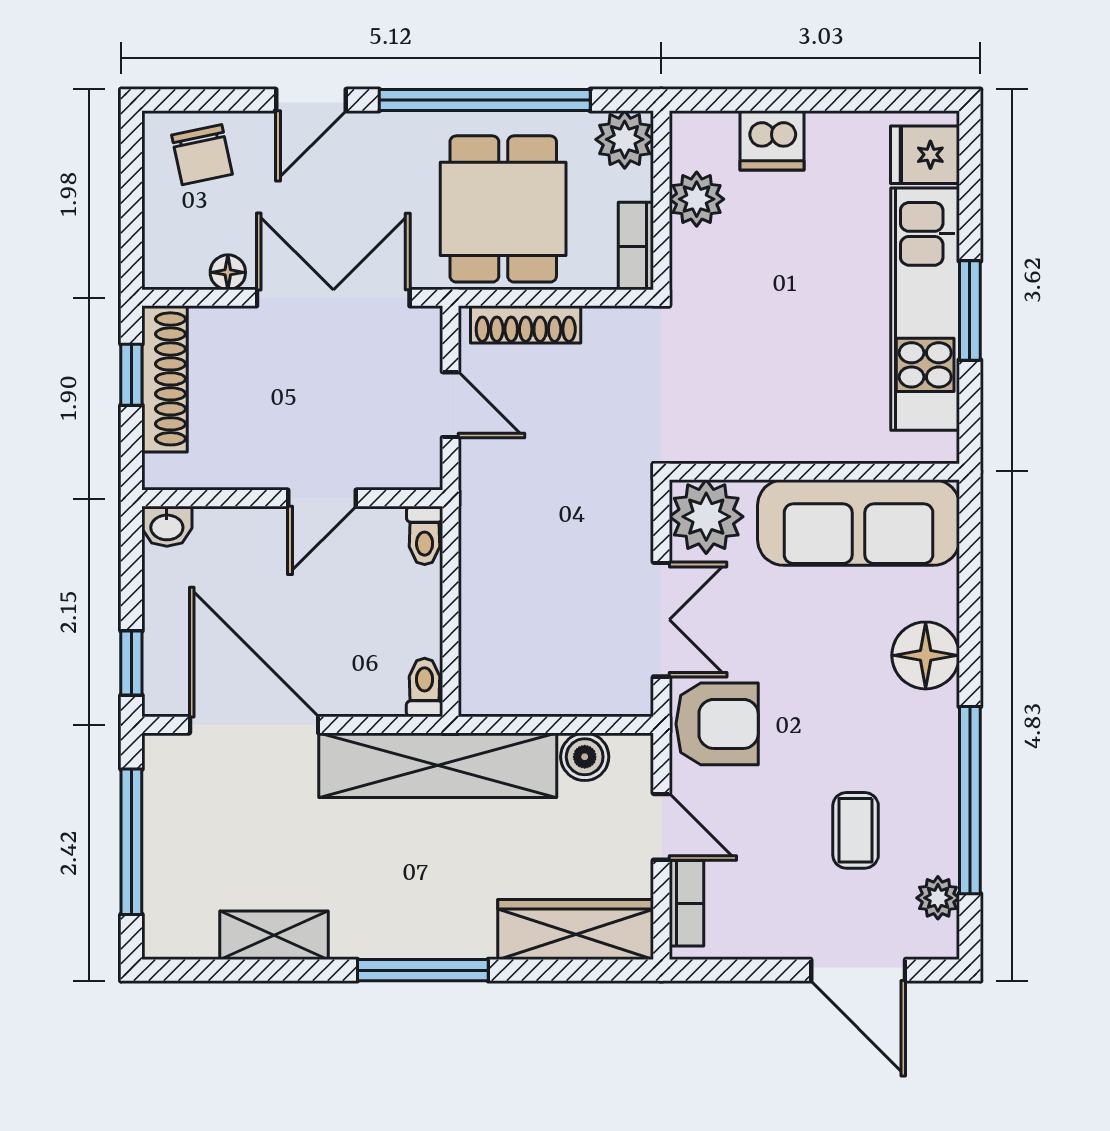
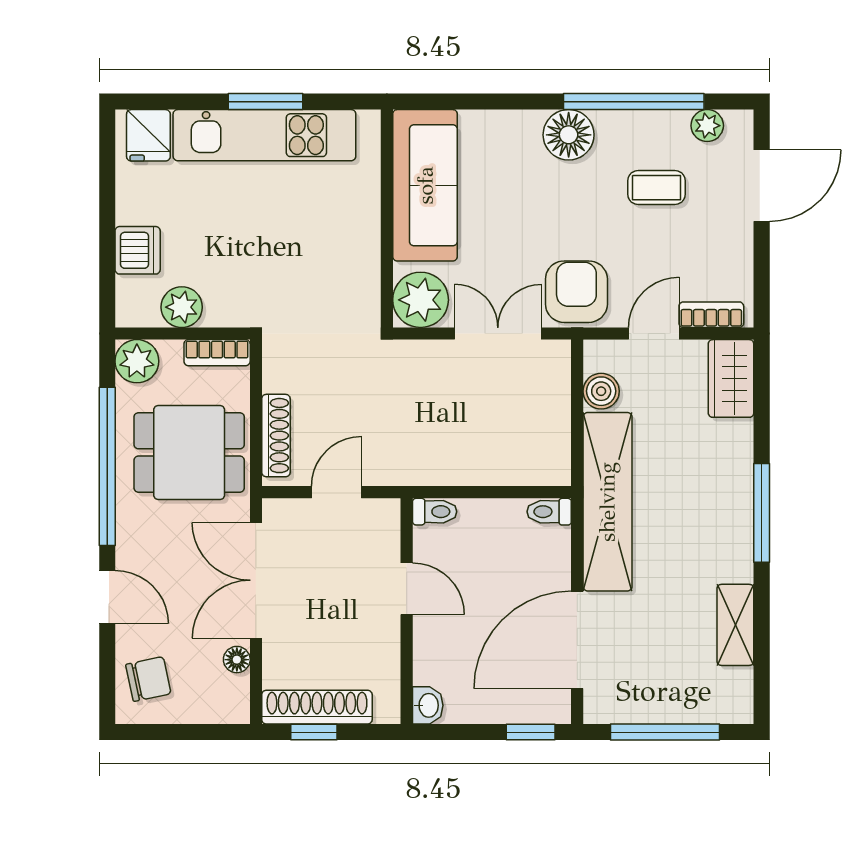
floor lamp: (926, 655) -> (569, 135), moved
wardrobe: (576, 929) -> (731, 378), width x0.67

